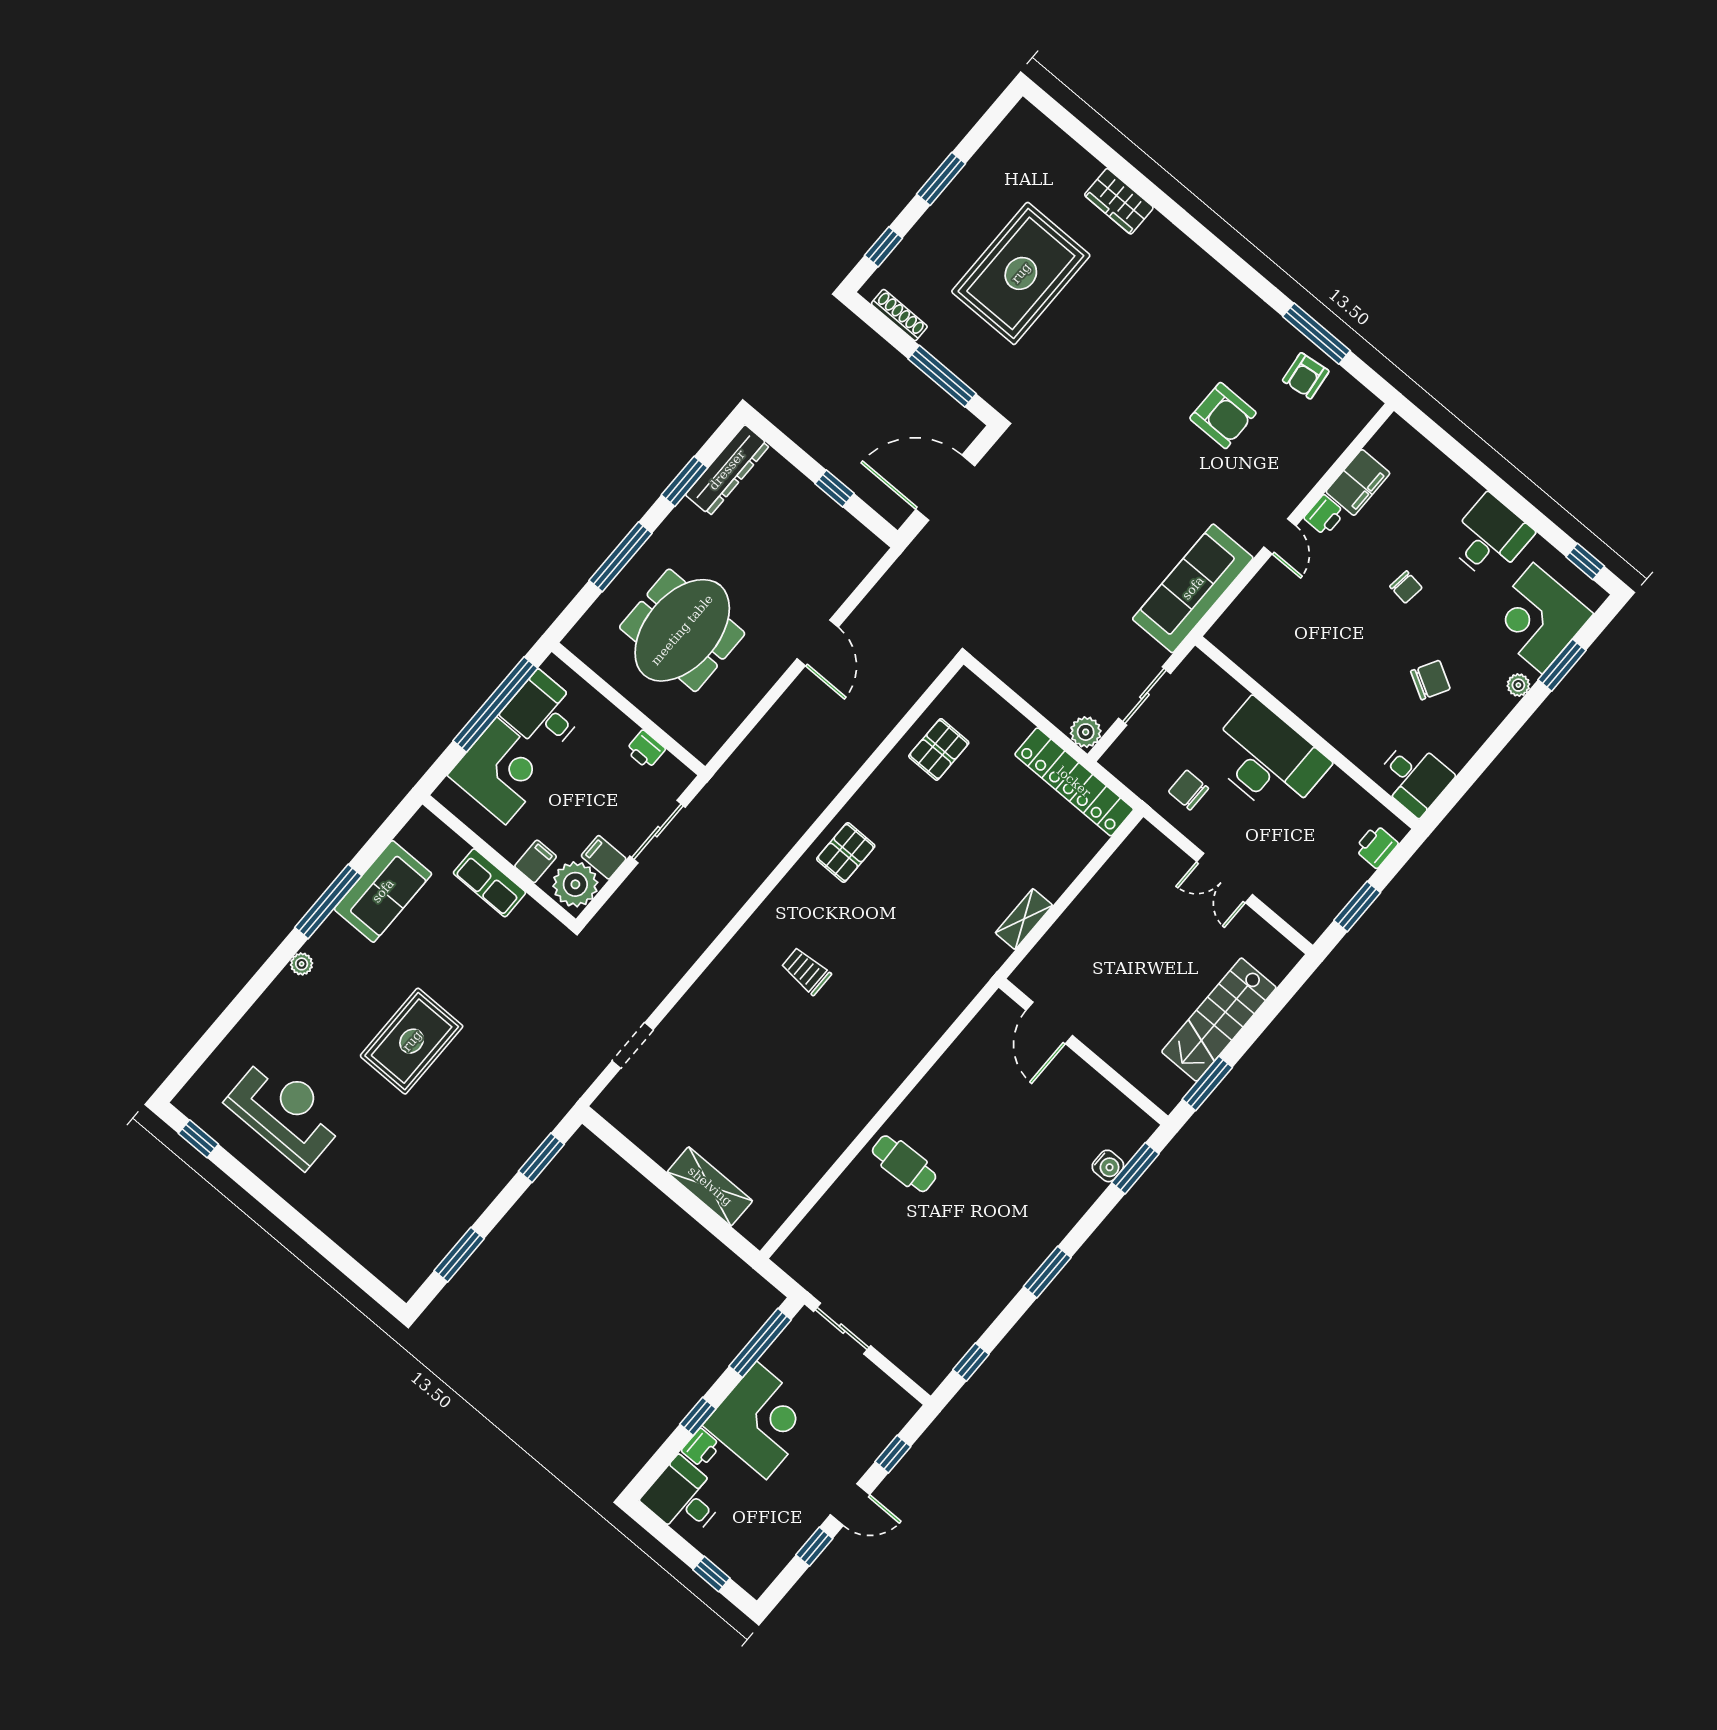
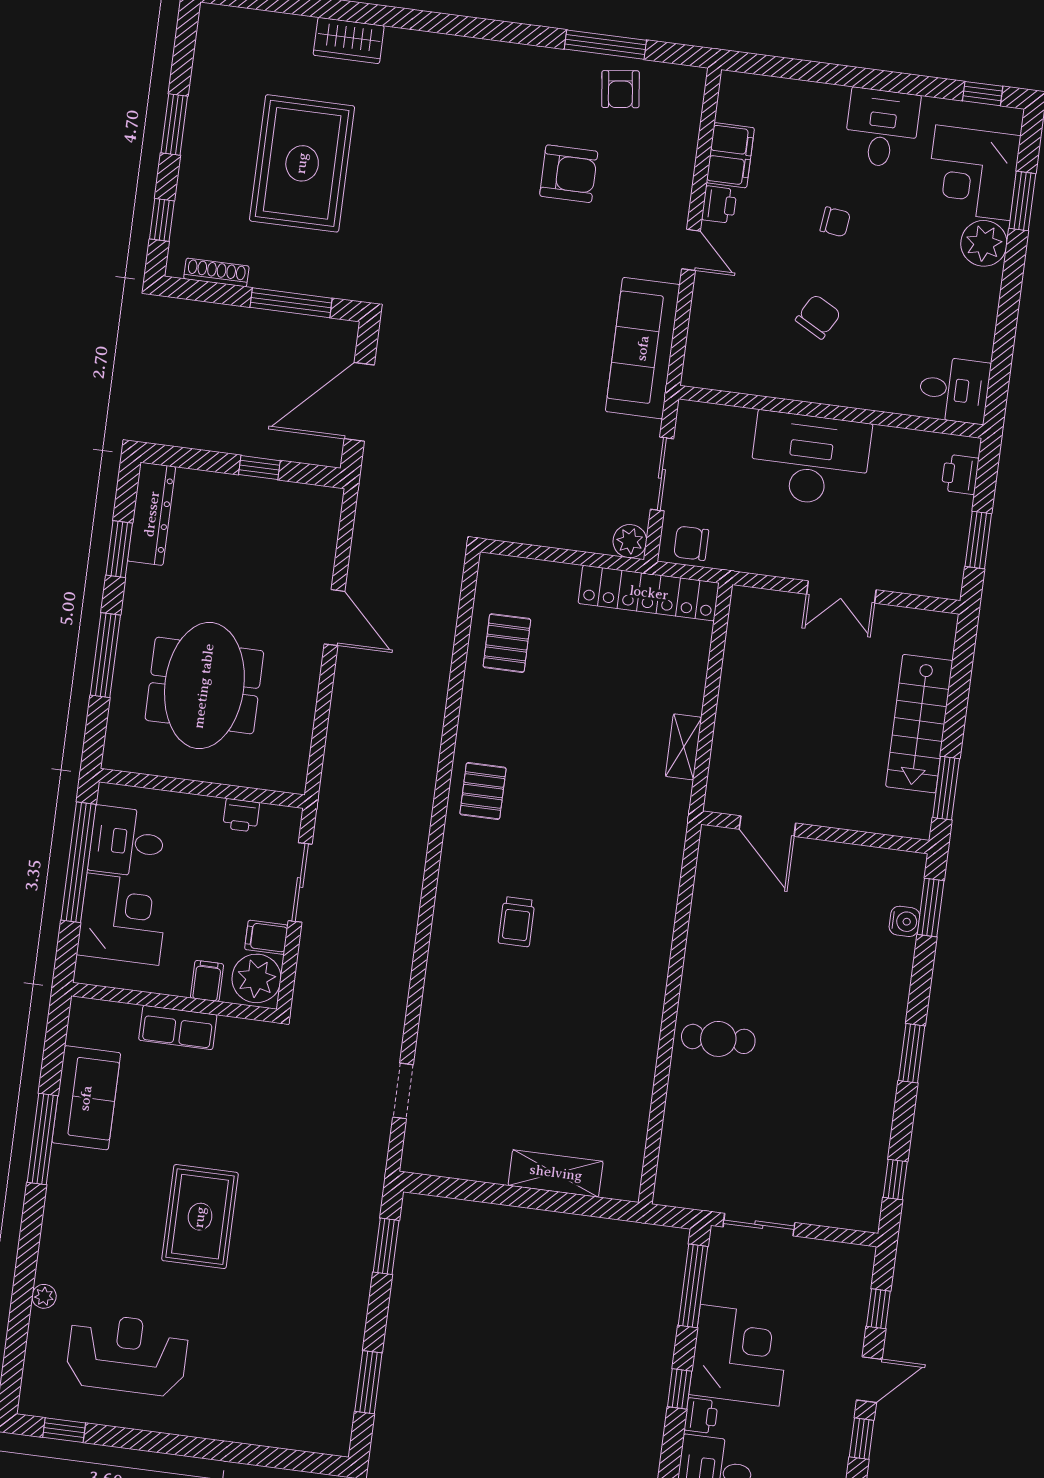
chair: (1430, 680) -> (818, 317), moved
plant: (1518, 685) -> (984, 243), width x1.87, depth x1.87
chair: (1188, 790) -> (691, 543), moved
plant: (302, 964) -> (44, 1296), moved
trolley: (806, 971) -> (516, 922), turned -90

